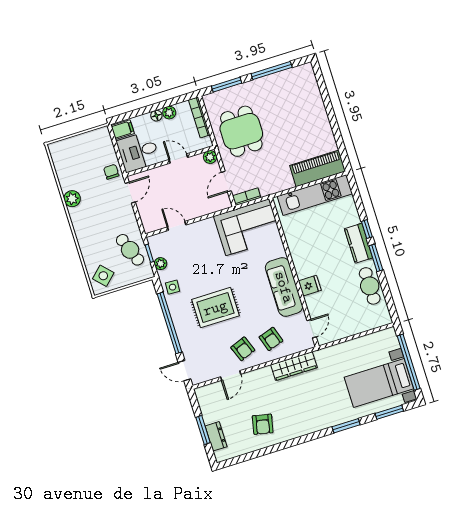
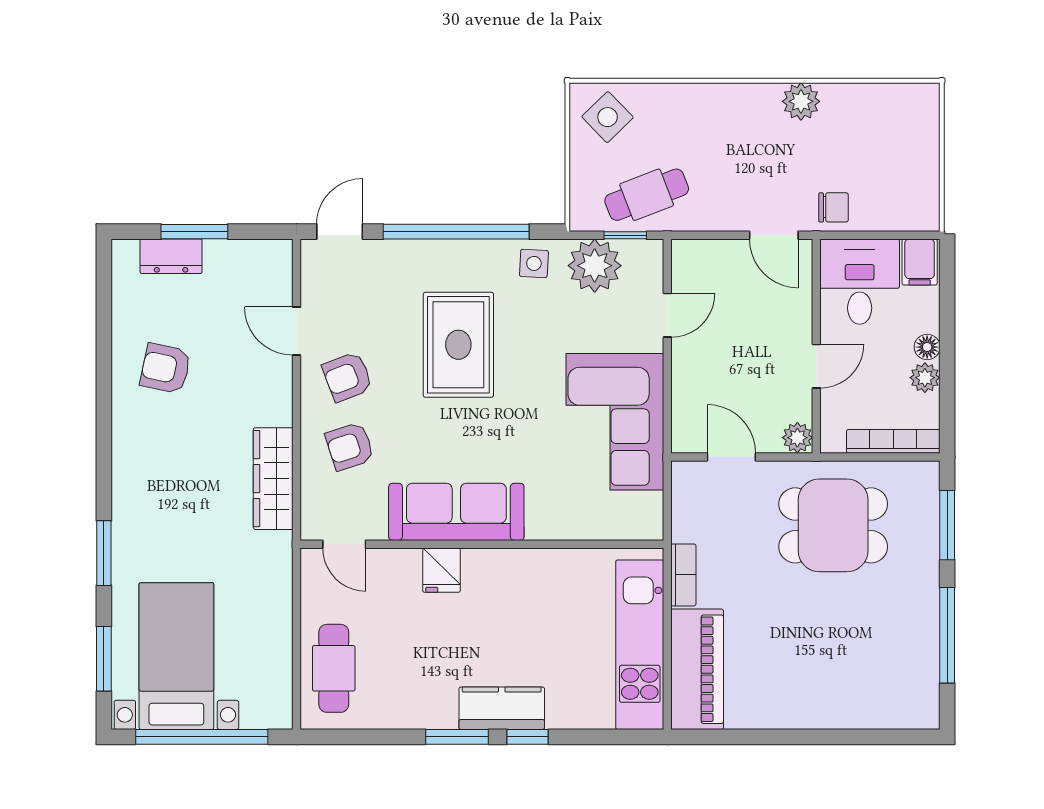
bookcase: (247, 197) -> (683, 575), moved
corner sofa: (248, 227) -> (615, 422), moved
plant: (161, 264) -> (595, 266), width x1.87, depth x1.87
cafe table: (370, 286) -> (334, 668), moved, turned 90

